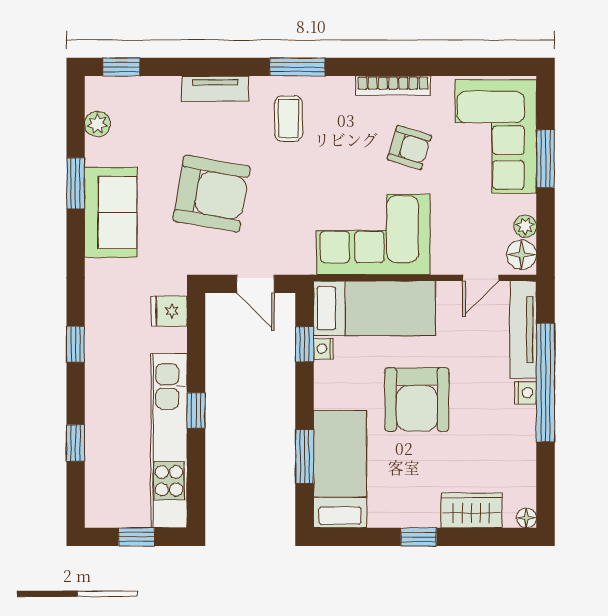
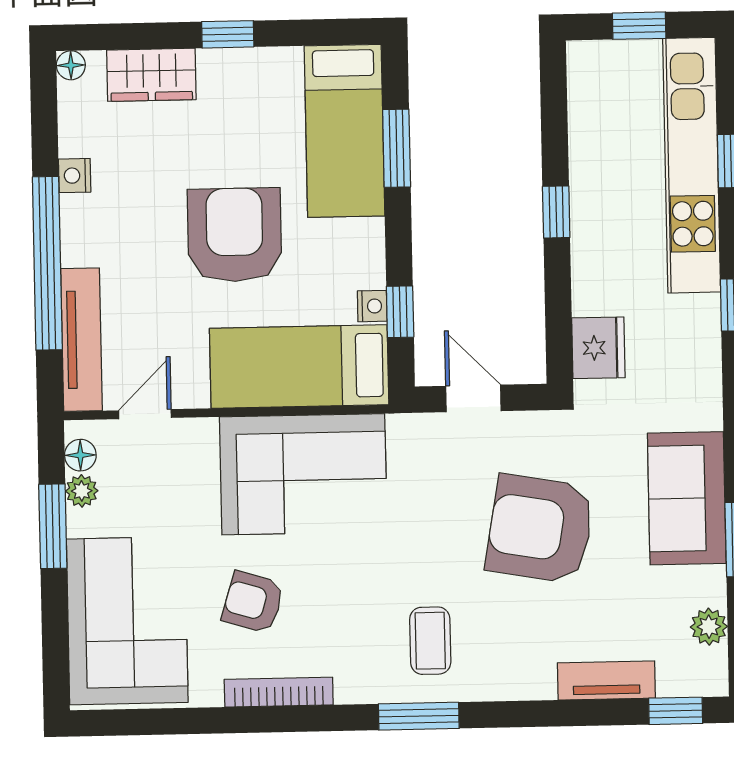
tv unit: (215, 89) -> (606, 680), moved
window: (546, 159) -> (53, 526), moved
floor lamp: (522, 255) -> (80, 455), width x0.73, depth x0.73
fridge: (169, 311) -> (598, 348), width x1.38
nightstand: (526, 393) -> (75, 176), moved
kitchen unit: (169, 441) -> (692, 165), moved, turned 180

